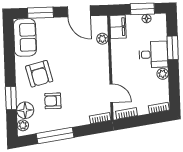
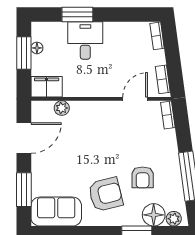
plant: (163, 74) -> (112, 29), removed

